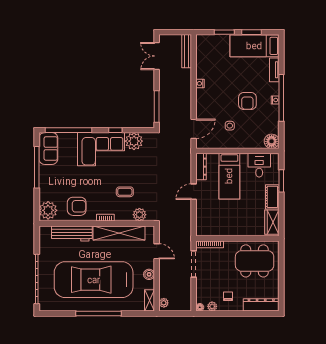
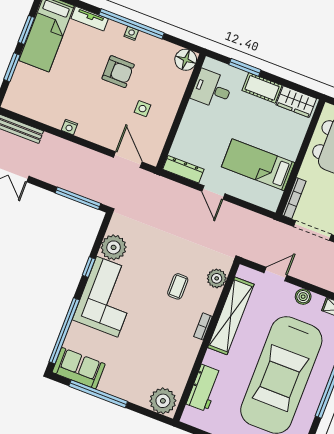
bed: (229, 176) -> (258, 165), moved, turned 180
armchair: (77, 206) -> (172, 360), removed
workbench: (72, 233) -> (204, 388), width x0.73

